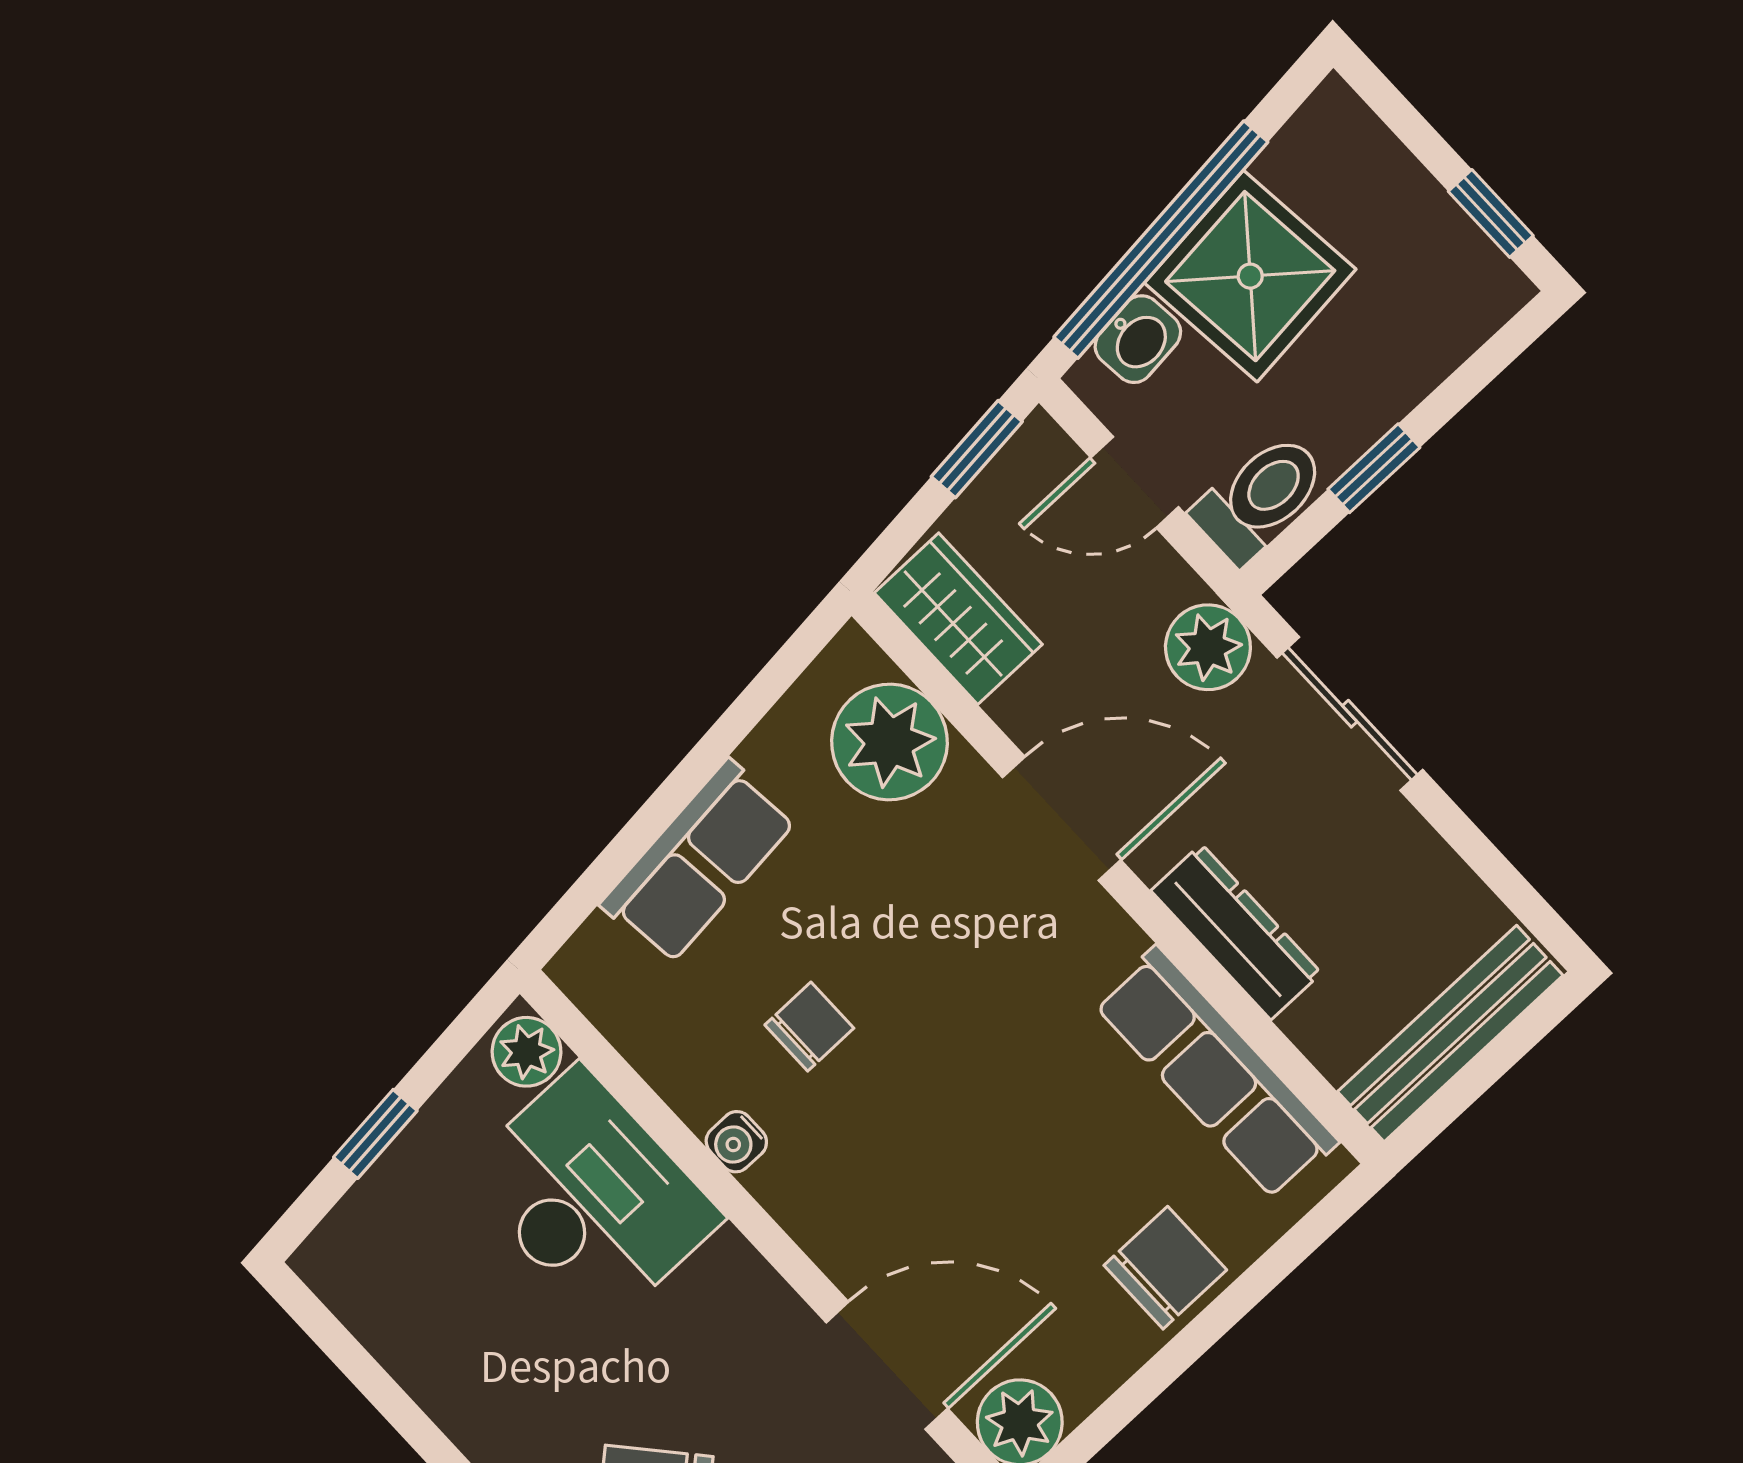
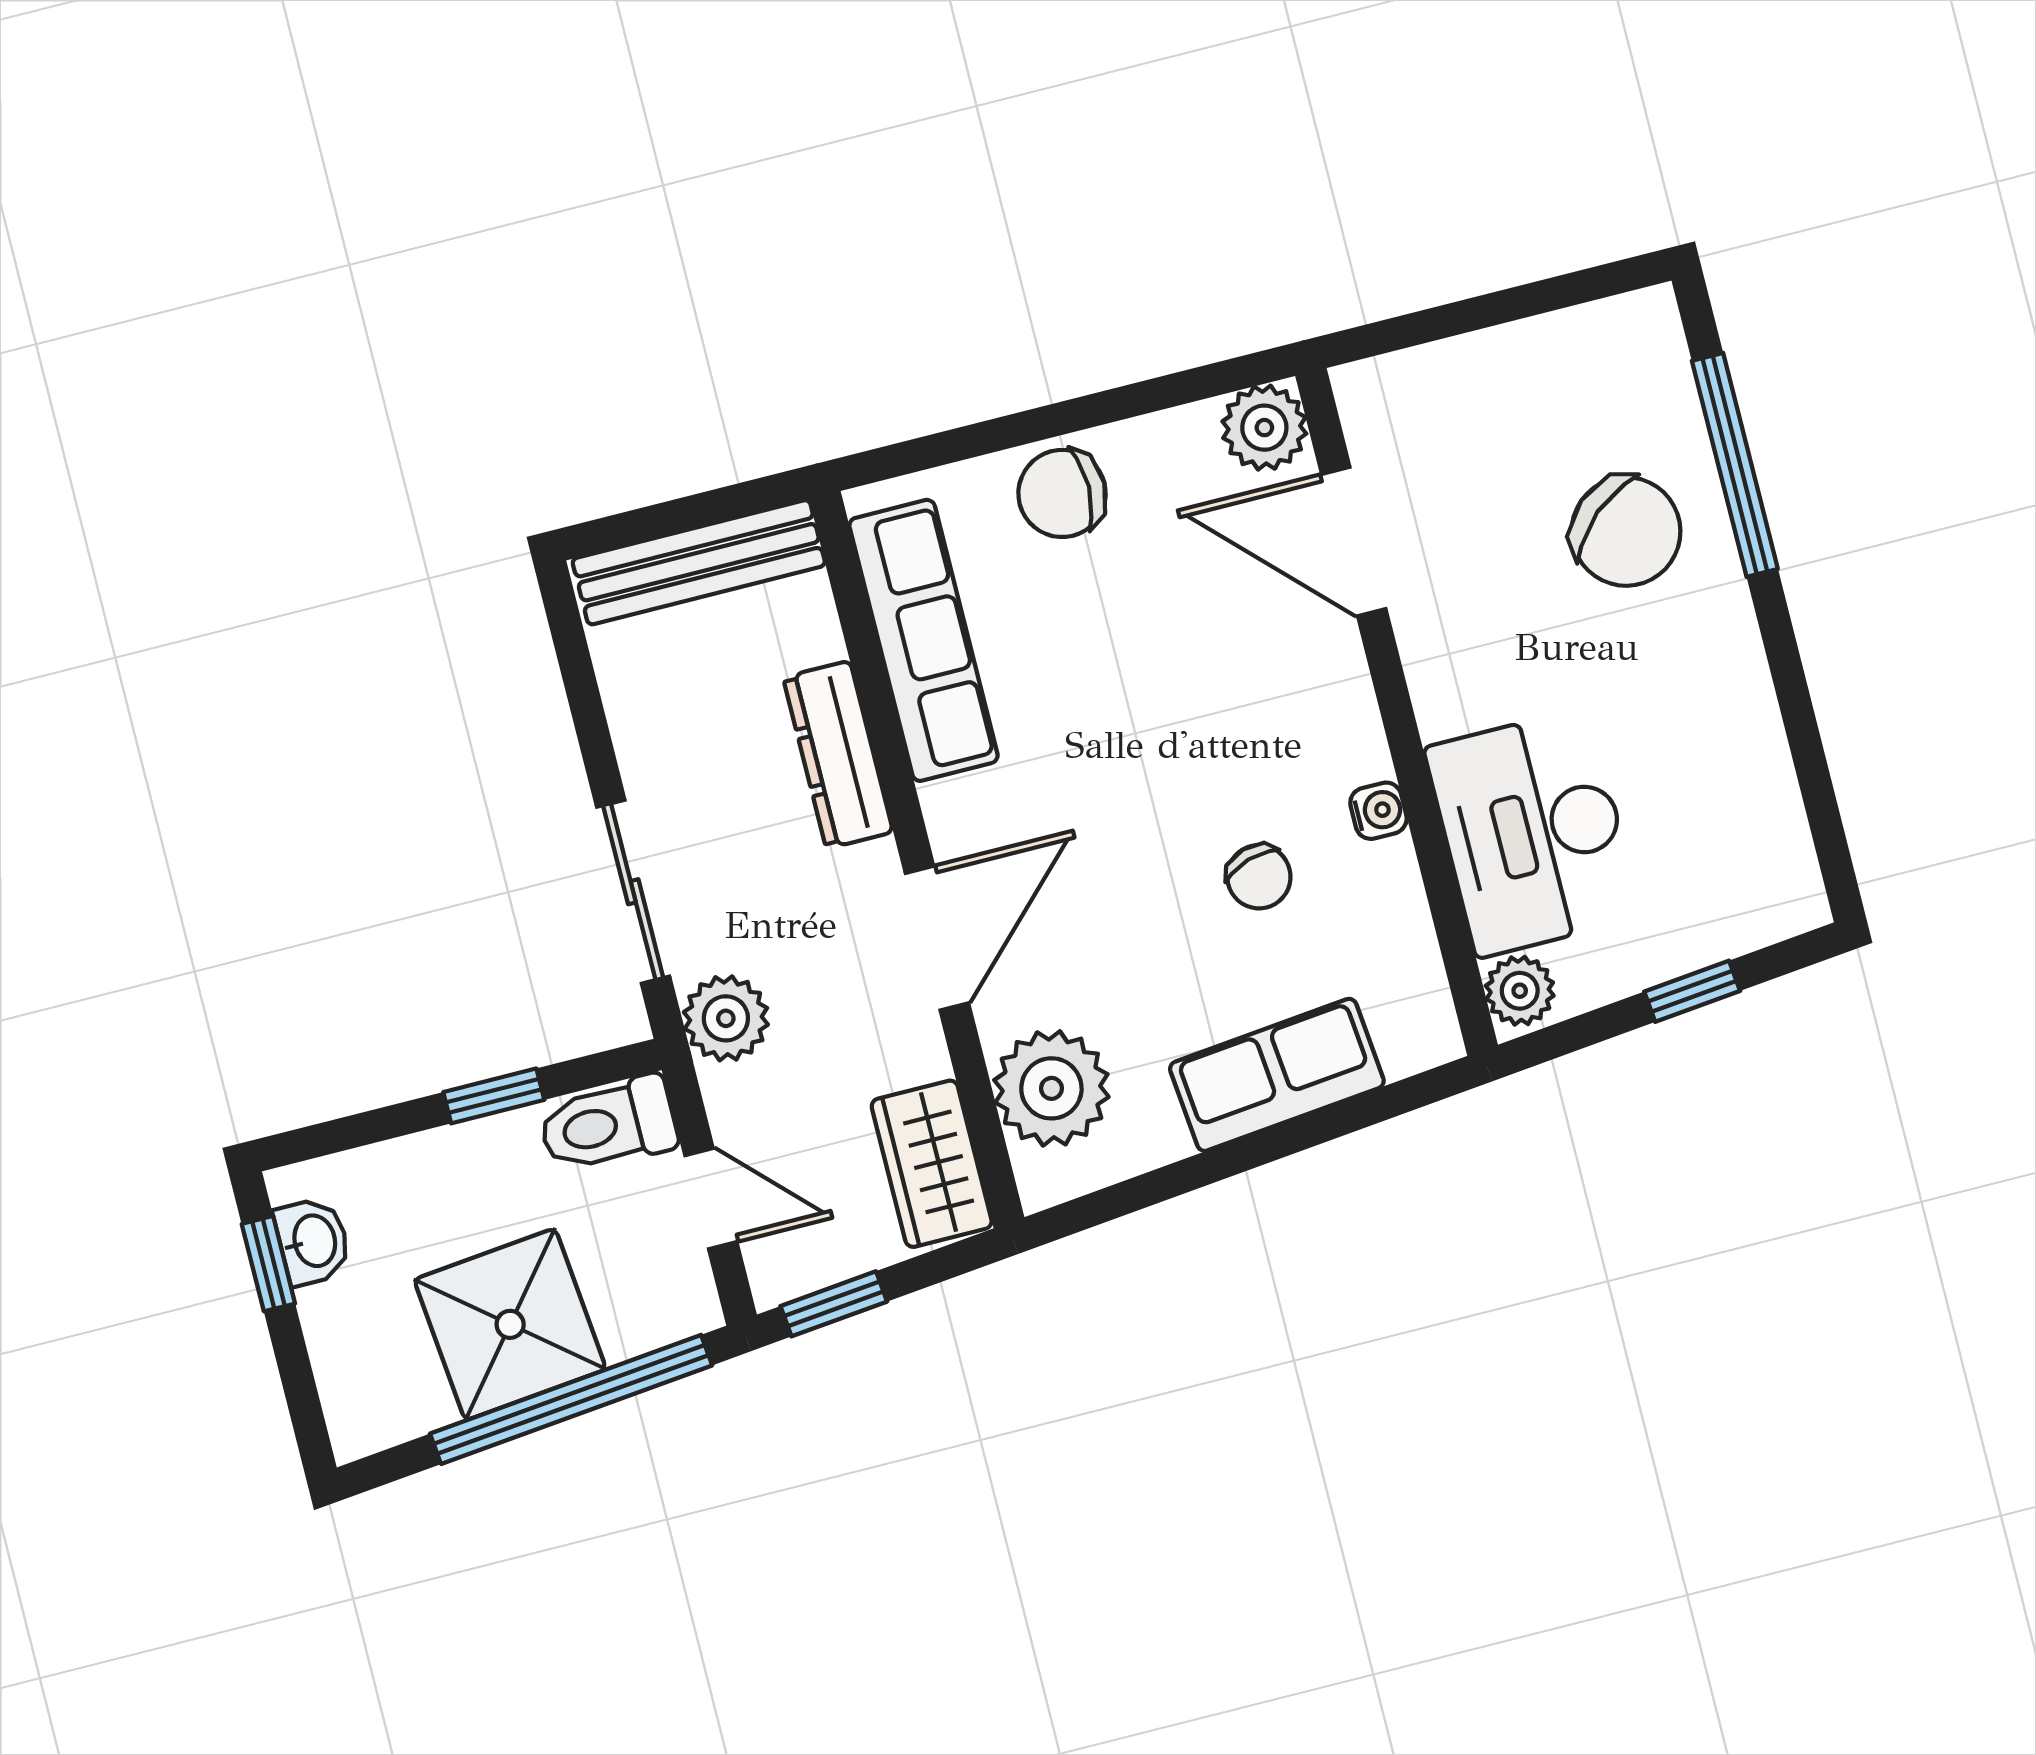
washbasin: (1138, 339) -> (313, 1241), moved, turned 96
door: (1062, 819) -> (937, 938), swing flipped
chair: (809, 1027) -> (1259, 877), turned -107

